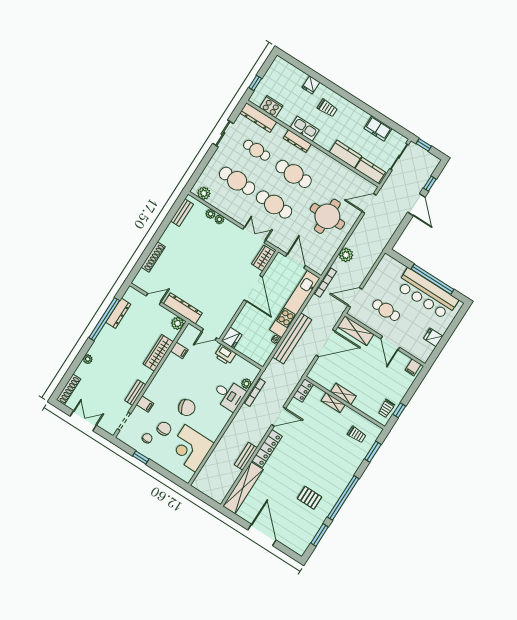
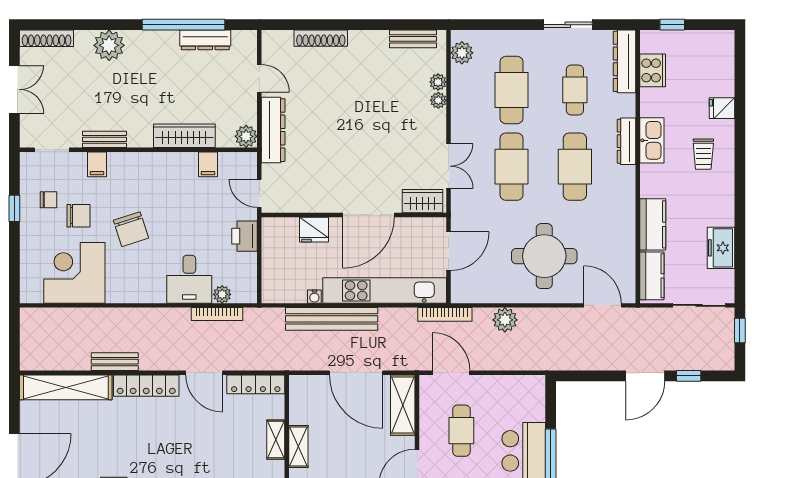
fridge: (232, 338) -> (314, 230), moved
plant: (88, 359) -> (109, 45), width x1.87, depth x1.87
locker: (303, 390) -> (256, 384), width x1.53

